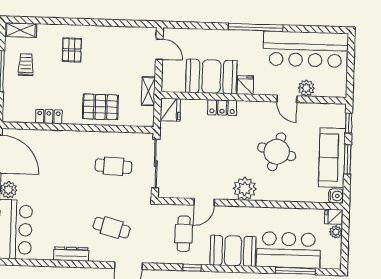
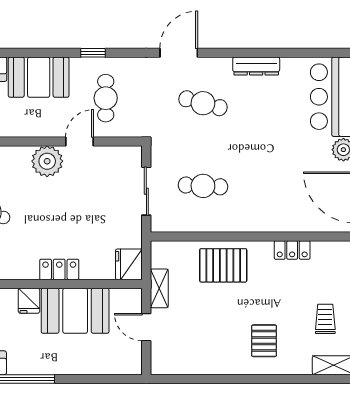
door: (159, 49) -> (146, 327), moved
trolley: (26, 65) -> (325, 319), turned 180
sliding door: (156, 164) -> (146, 191), width x0.73
plant: (245, 189) -> (47, 161), moved

